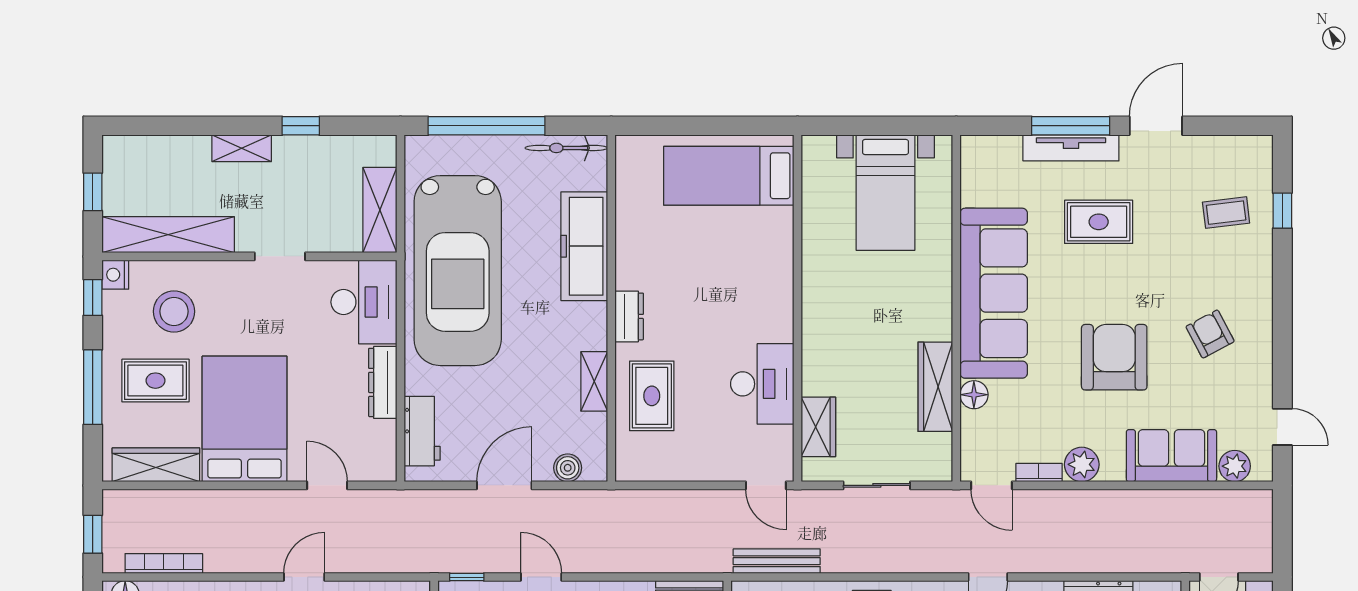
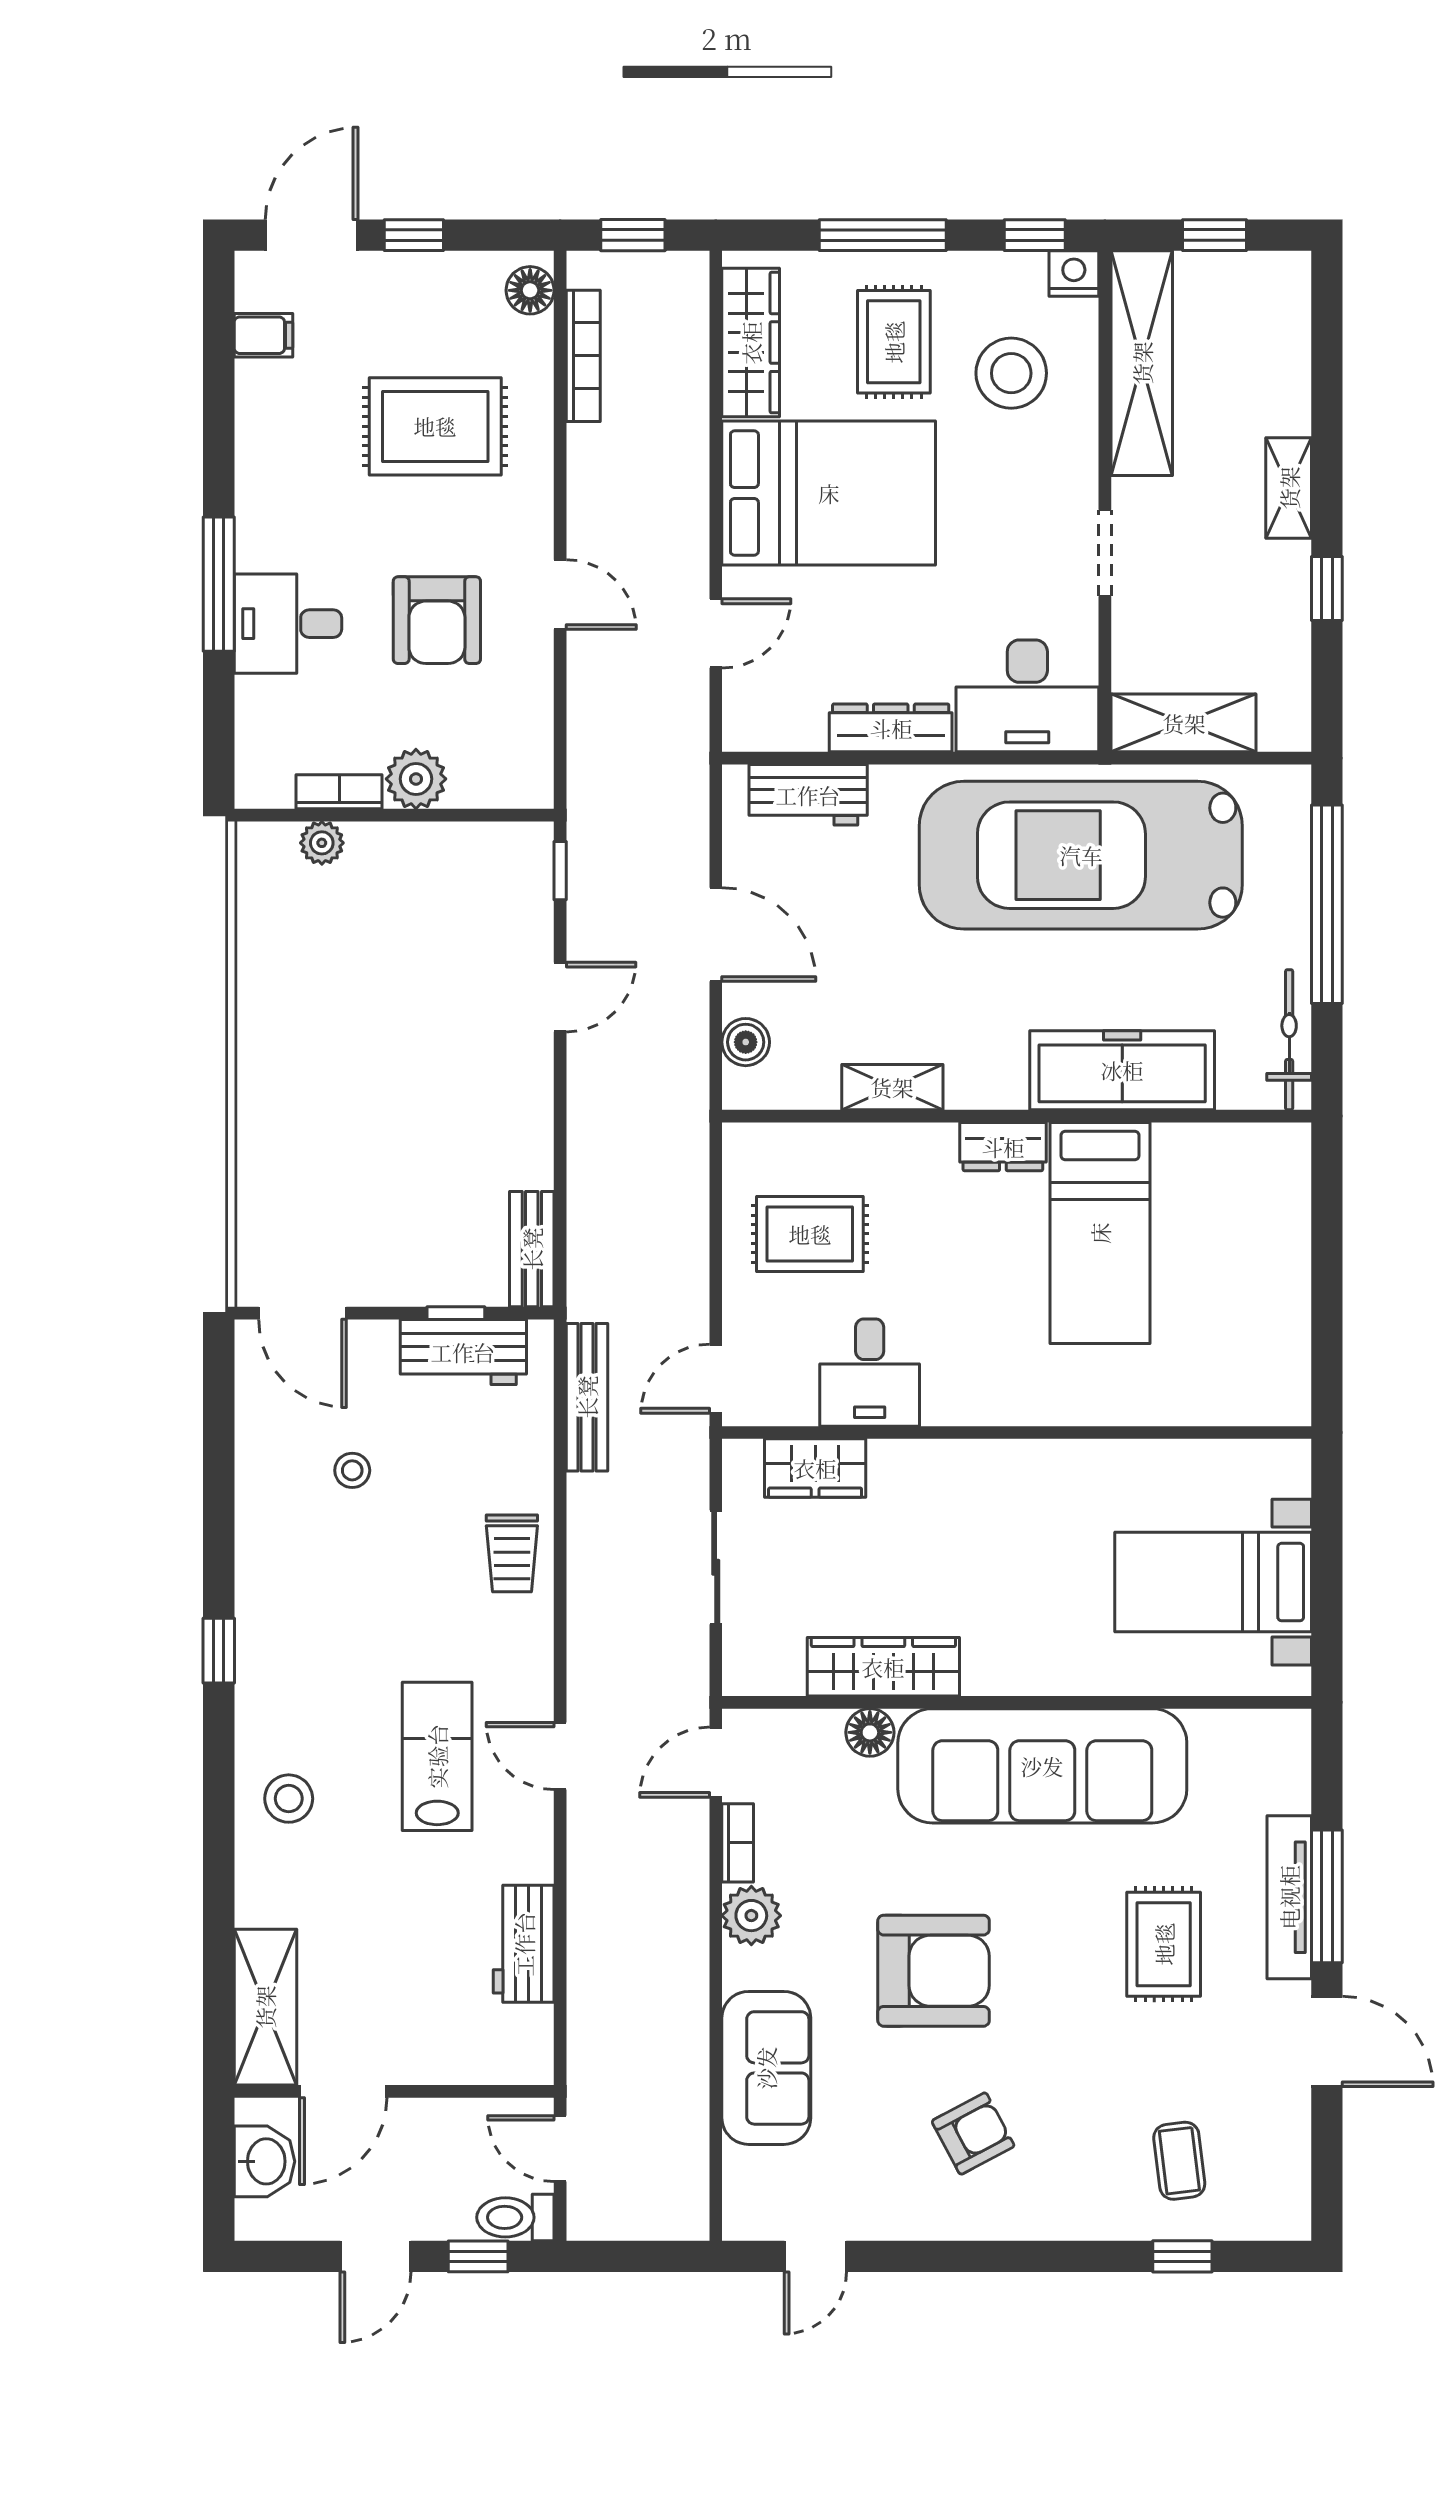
bed: (729, 176) -> (1100, 1233), moved, turned 180
desk: (762, 384) -> (870, 1373), width x0.73
rug: (652, 396) -> (810, 1234), moved
plant: (1235, 466) -> (749, 2175), removed

